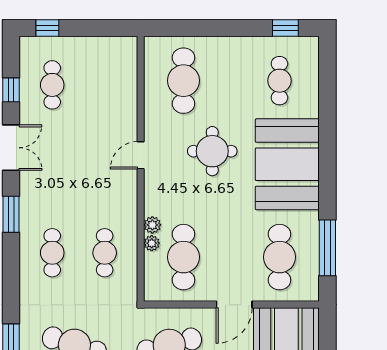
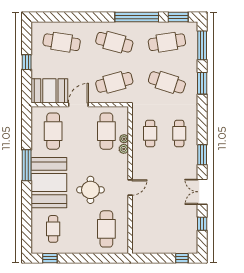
cafe table: (52, 85) -> (179, 227), removed
window: (327, 248) -> (27, 165), moved

